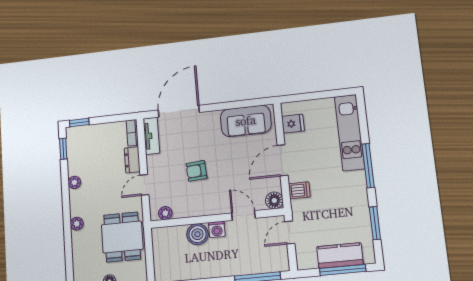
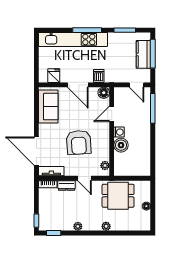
kitchen unit: (350, 133) -> (73, 39), width x1.36
armchair: (196, 171) -> (79, 142), width x1.88, depth x1.88
door: (290, 232) -> (137, 85), moved

